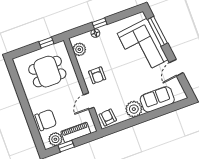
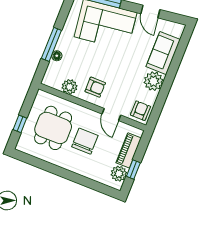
window: (100, 23) -> (51, 44), width x2.17
window: (46, 43) -> (20, 124), moved
plant: (79, 49) -> (70, 87), moved
armchair: (108, 117) -> (140, 111), turned 96
chair: (46, 120) -> (85, 141), moved

